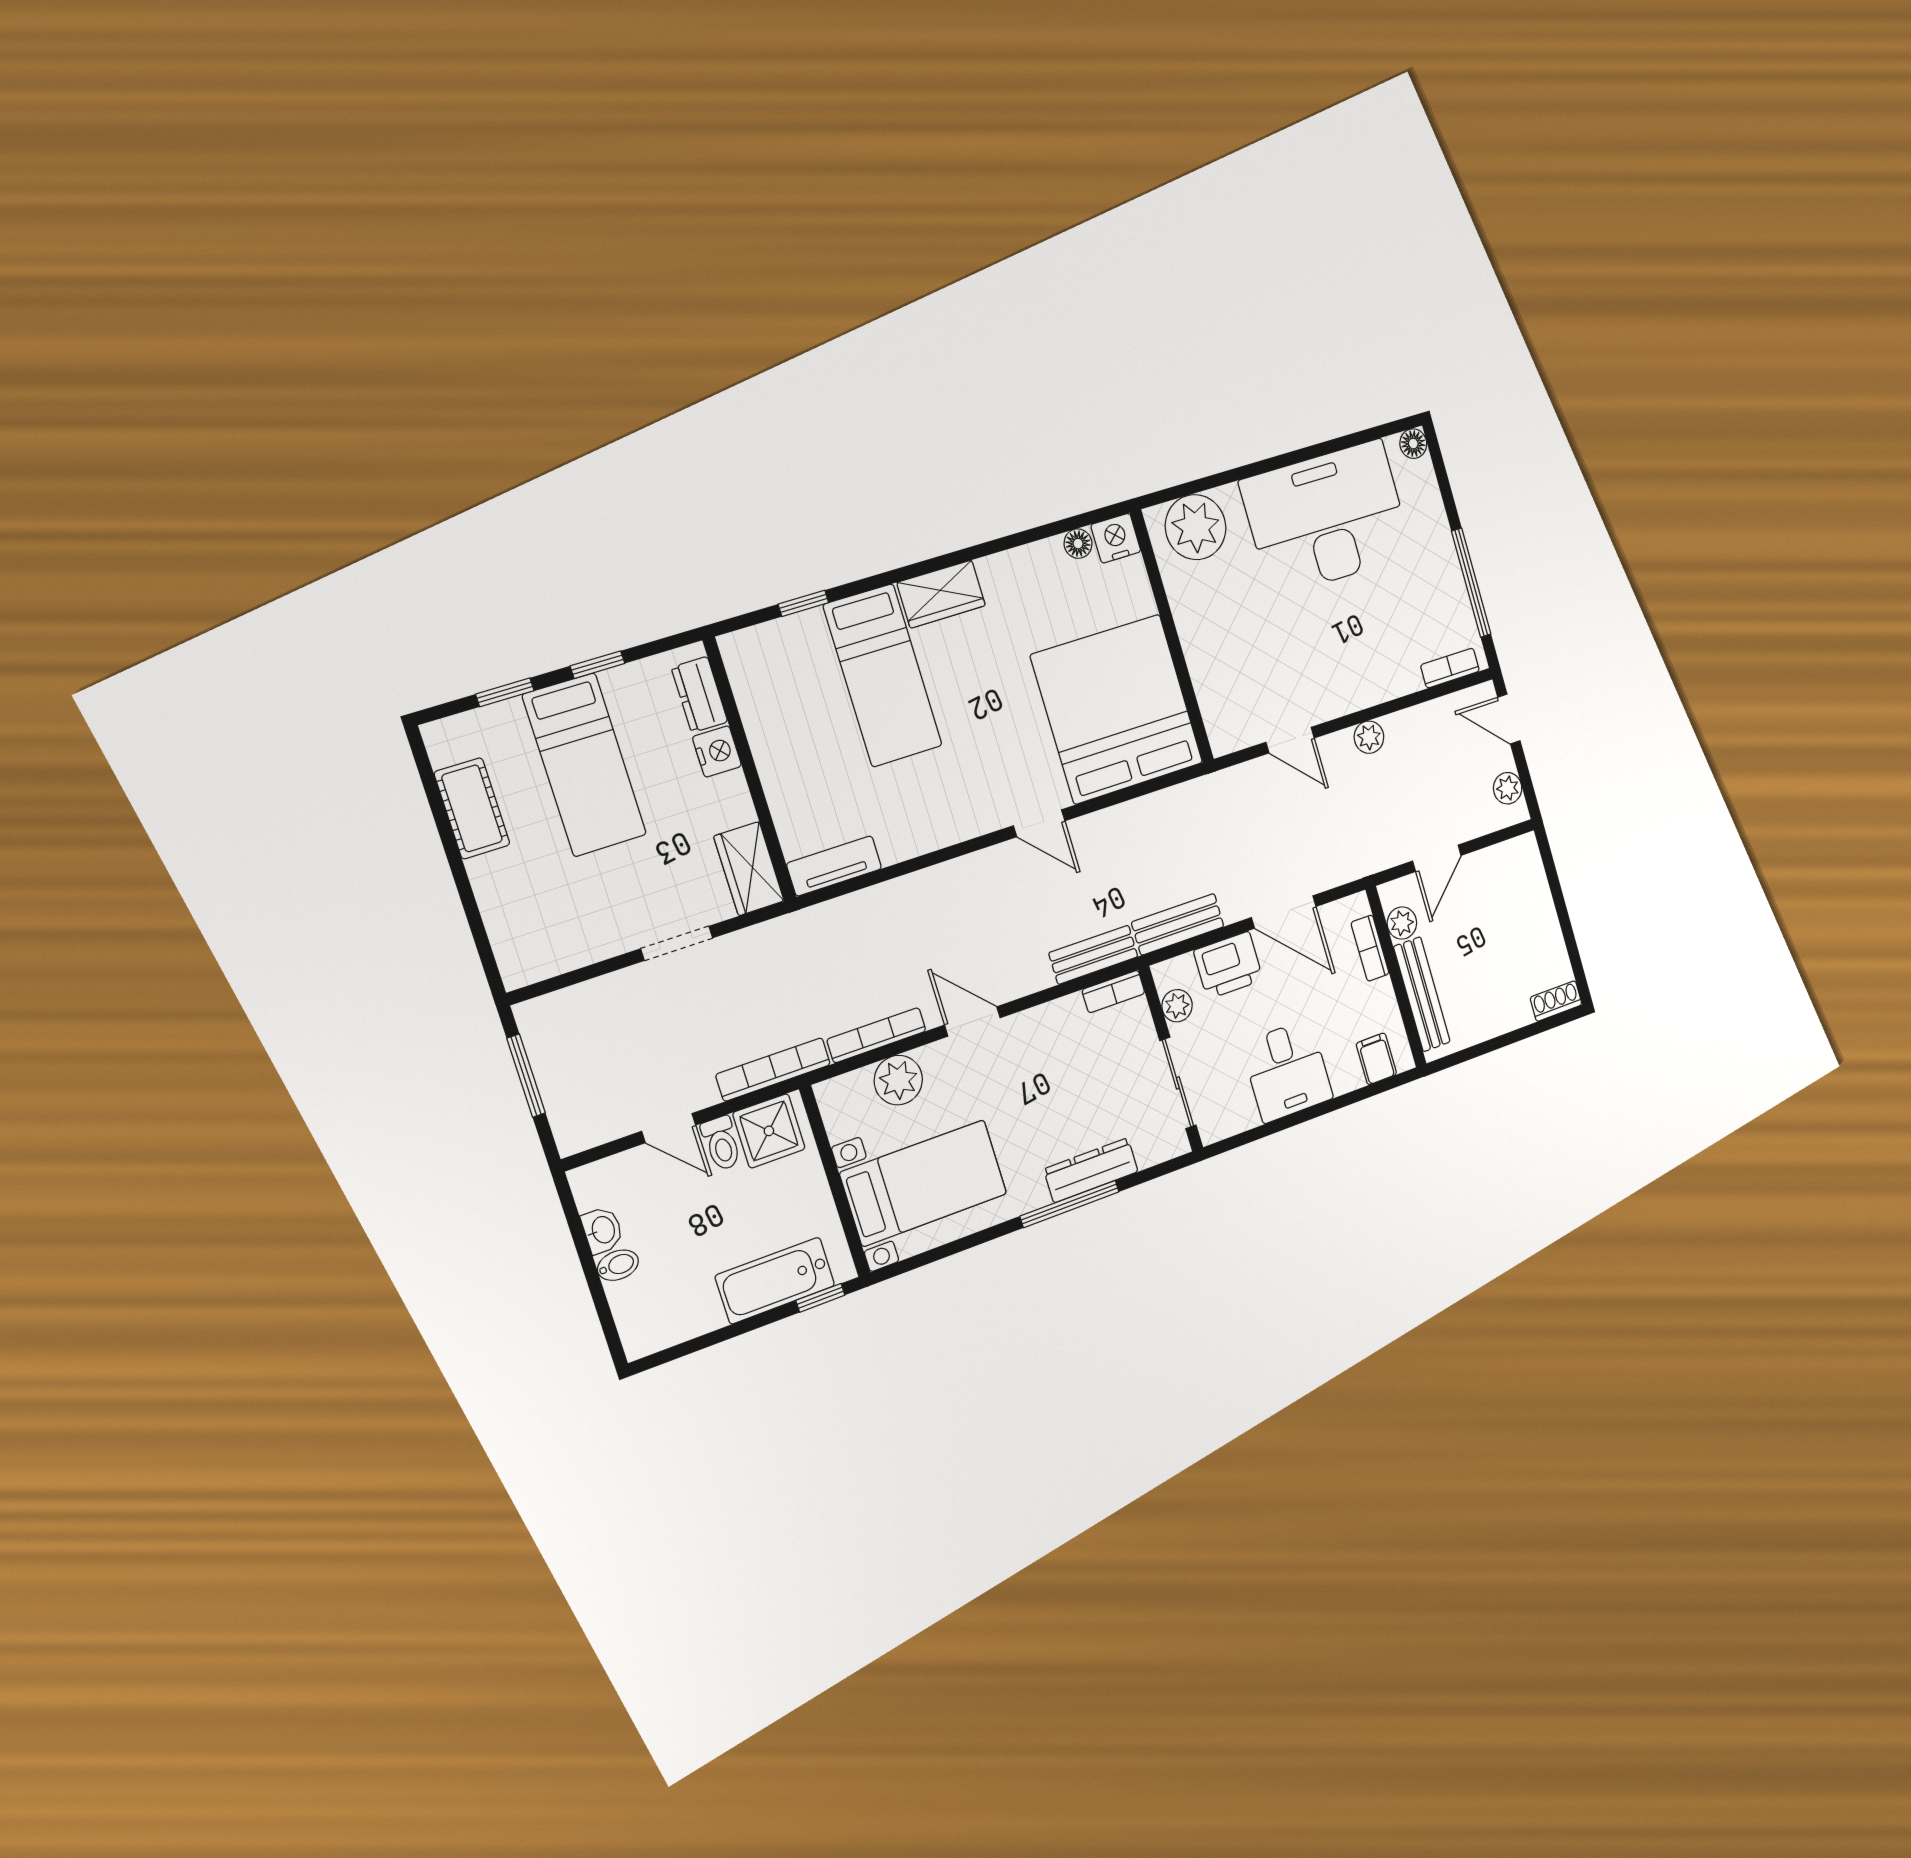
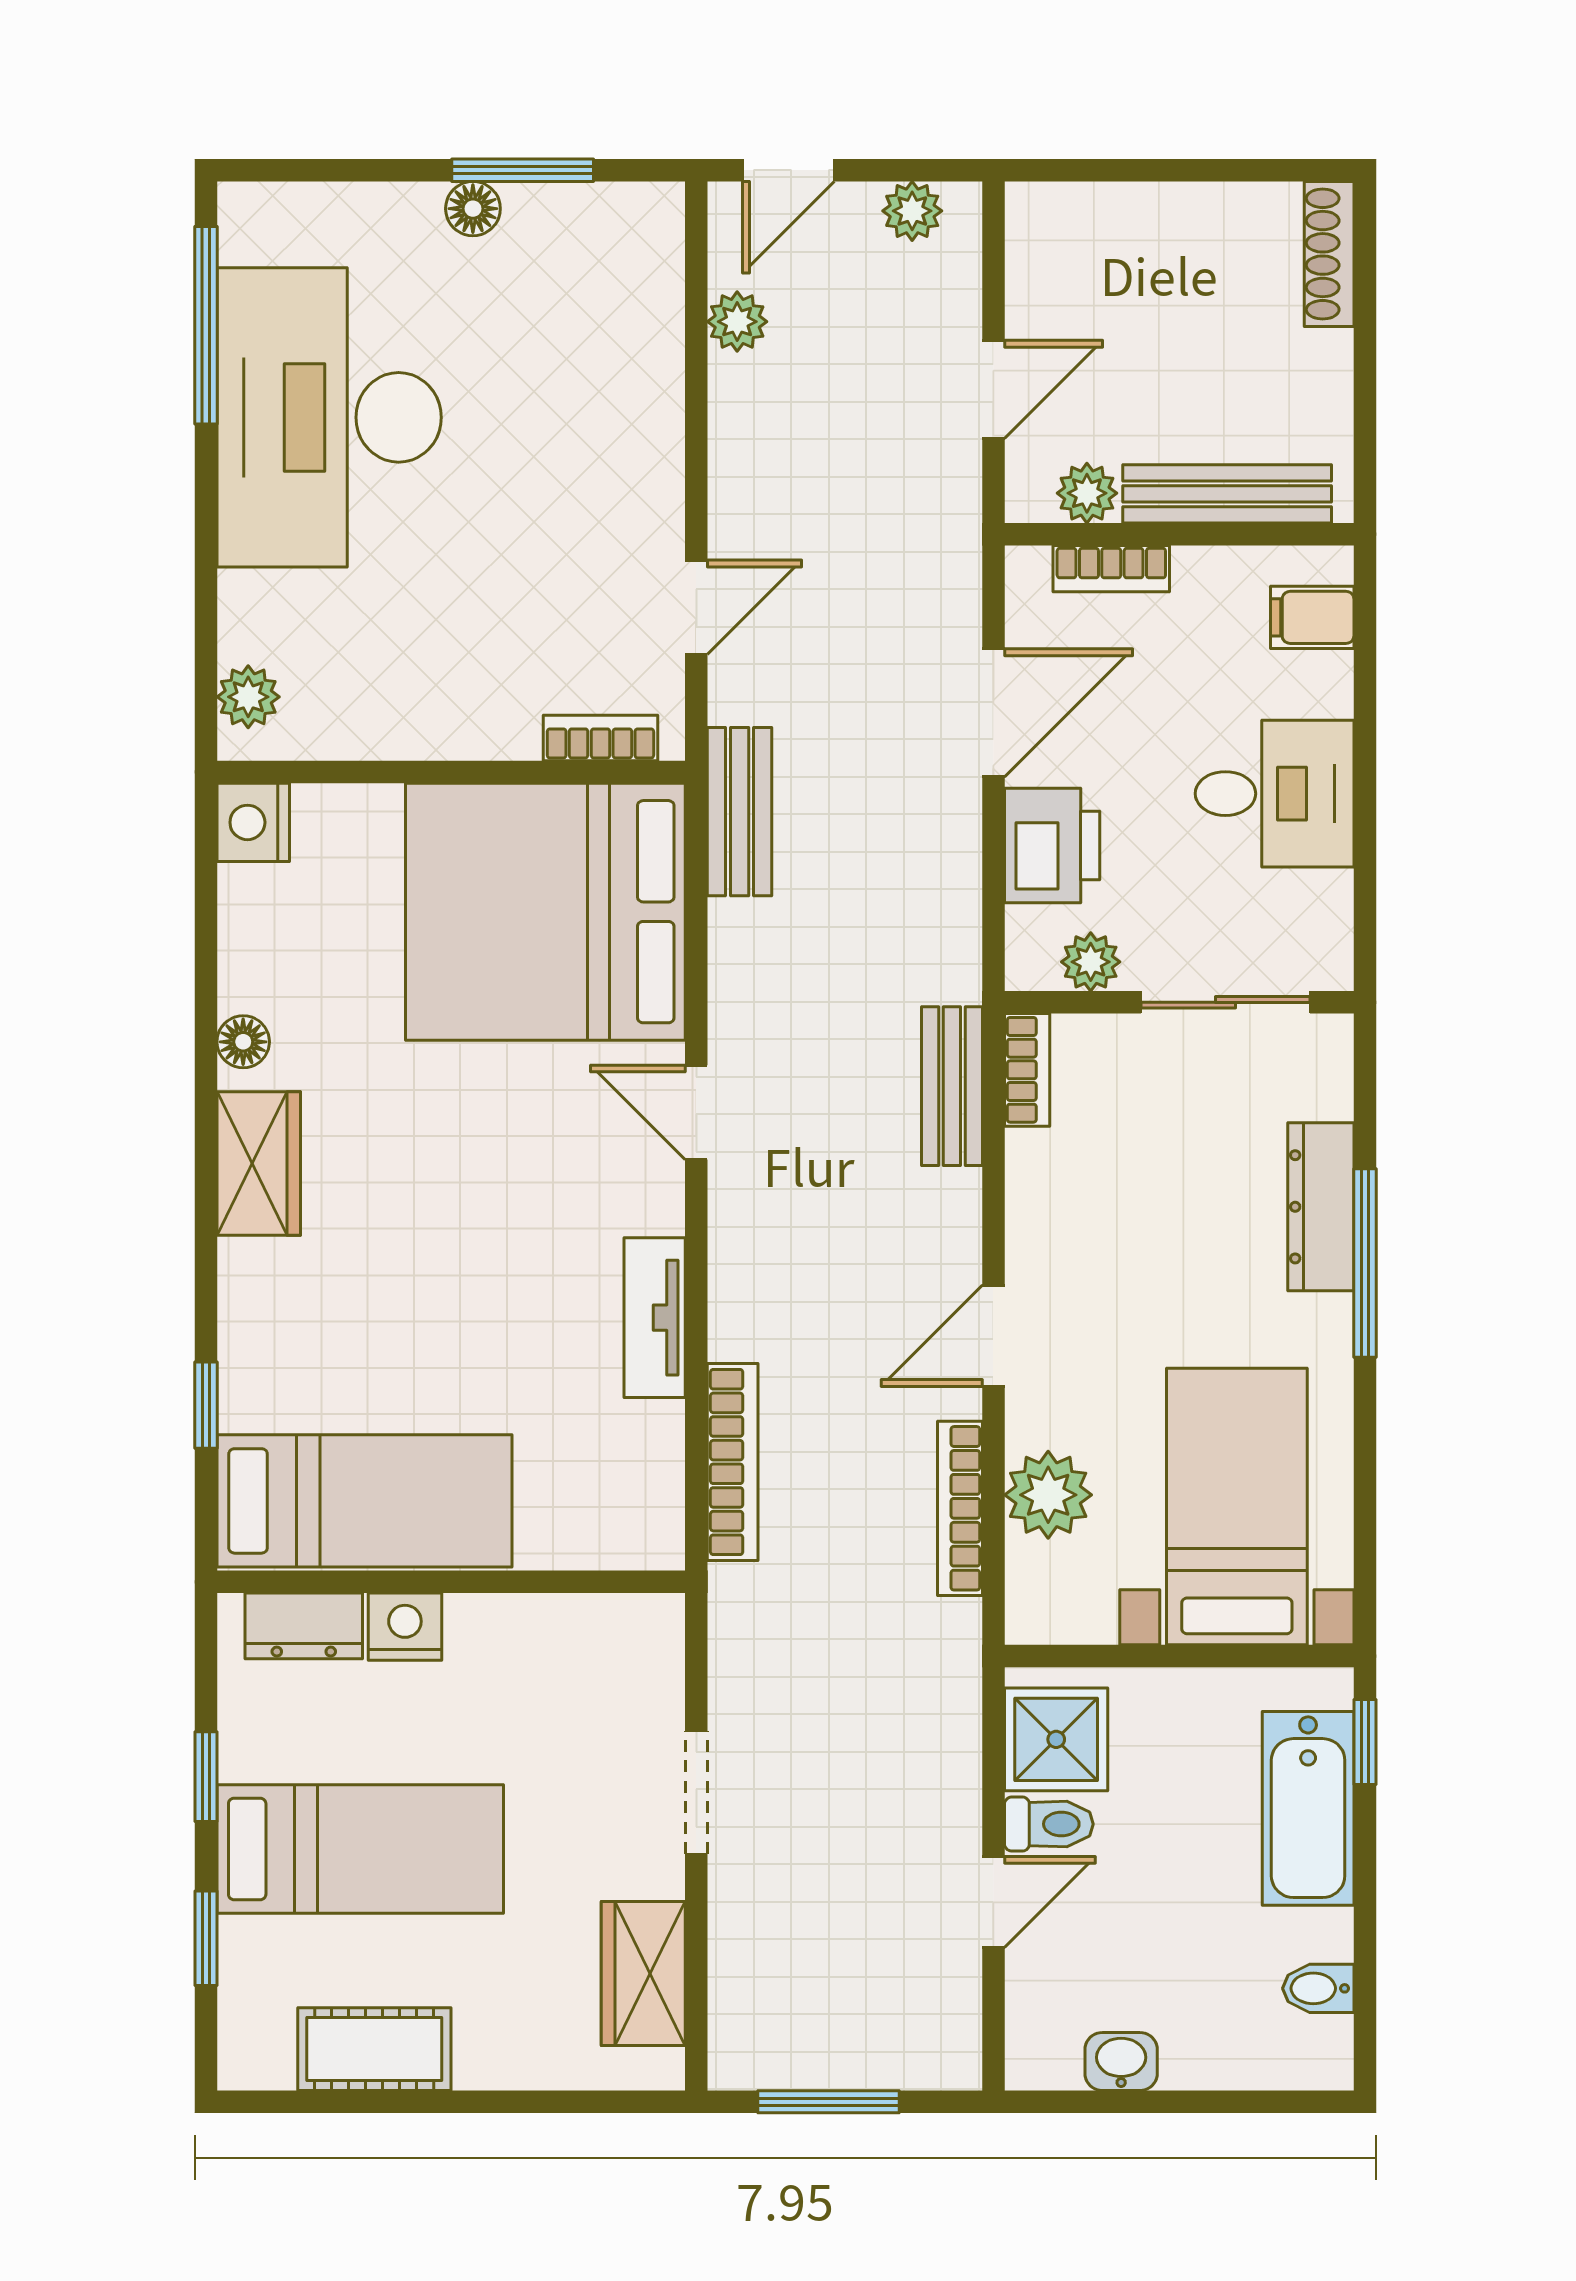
window: (1352, 440) -> (206, 325), added
floor lamp: (1413, 444) -> (473, 209), moved
plant: (1196, 527) -> (248, 697), width x0.53, depth x0.53
floor lamp: (1078, 544) -> (243, 1042), moved
window: (1471, 583) -> (523, 170), width x0.69
bookcase: (1450, 668) -> (600, 738), moved, turned 90
bed: (883, 675) -> (364, 1501), moved
plant: (1369, 737) -> (737, 322), moved
door: (1039, 823) -> (696, 1112), swing flipped
door: (1437, 858) -> (993, 389), hinge flipped
tv unit: (834, 866) -> (655, 1318), moved
wardrobe: (749, 869) -> (643, 1973), moved, turned 90
bench: (1178, 924) -> (740, 812), moved
shoe rack: (1556, 1001) -> (1329, 254), width x1.43
bookcase: (773, 1069) -> (733, 1462), moved, turned 180
bidet: (618, 1265) -> (1318, 1988), moved, turned -90

